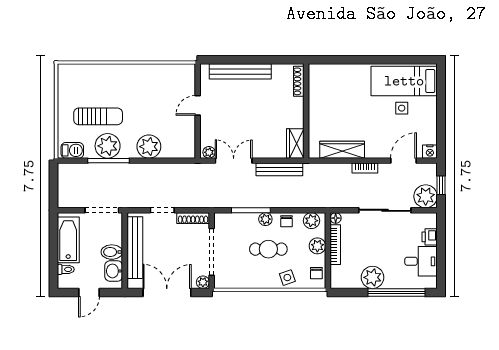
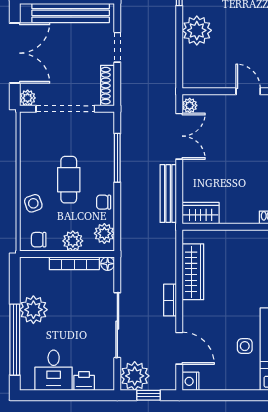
plant: (265, 219) -> (106, 176), removed

